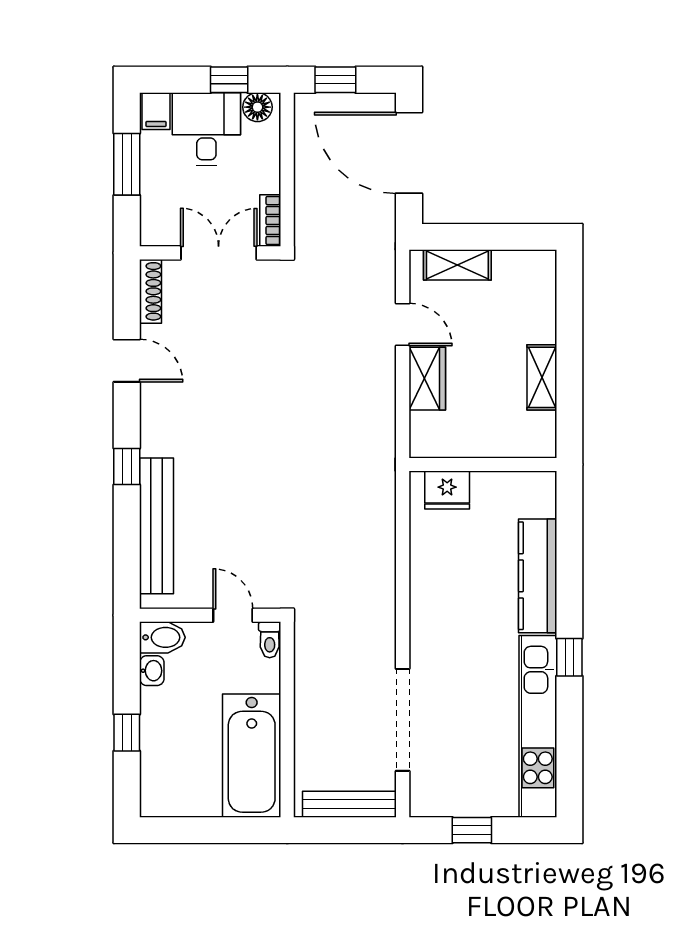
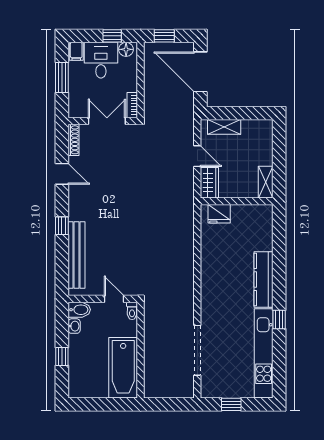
wall: (483, 465) -> (237, 201), moved
fridge: (447, 490) -> (219, 214), moved
bench: (349, 804) -> (171, 392), removed

